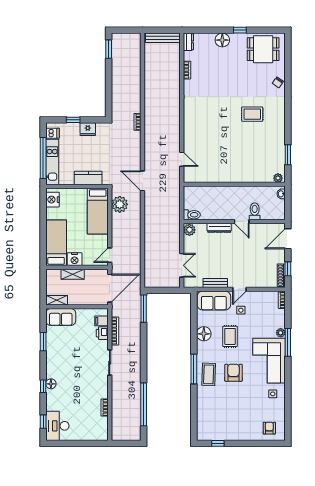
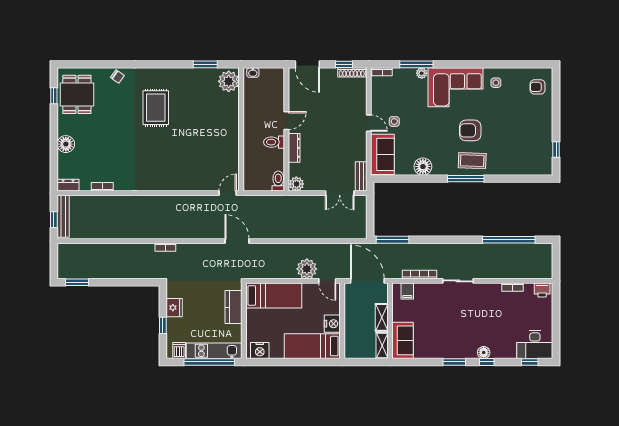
window: (160, 30) -> (54, 220), added
window: (240, 30) -> (54, 96), moved
rug: (252, 114) -> (156, 108), width x1.36, depth x1.43
door: (182, 159) -> (228, 193), moved
plant: (278, 178) -> (229, 81), width x1.88, depth x1.88
door: (142, 181) -> (237, 241), swing flipped
plant: (120, 204) -> (307, 269), moved
toilet: (255, 211) -> (274, 142), moved
double door: (182, 265) -> (340, 193), swing flipped
shelving: (73, 274) -> (382, 317), moved
bench: (215, 283) -> (361, 176), moved
printer: (102, 333) -> (542, 290), moved
rug: (230, 336) -> (426, 135), removed
window: (43, 342) -> (454, 362), moved
window: (288, 342) -> (416, 64), moved

